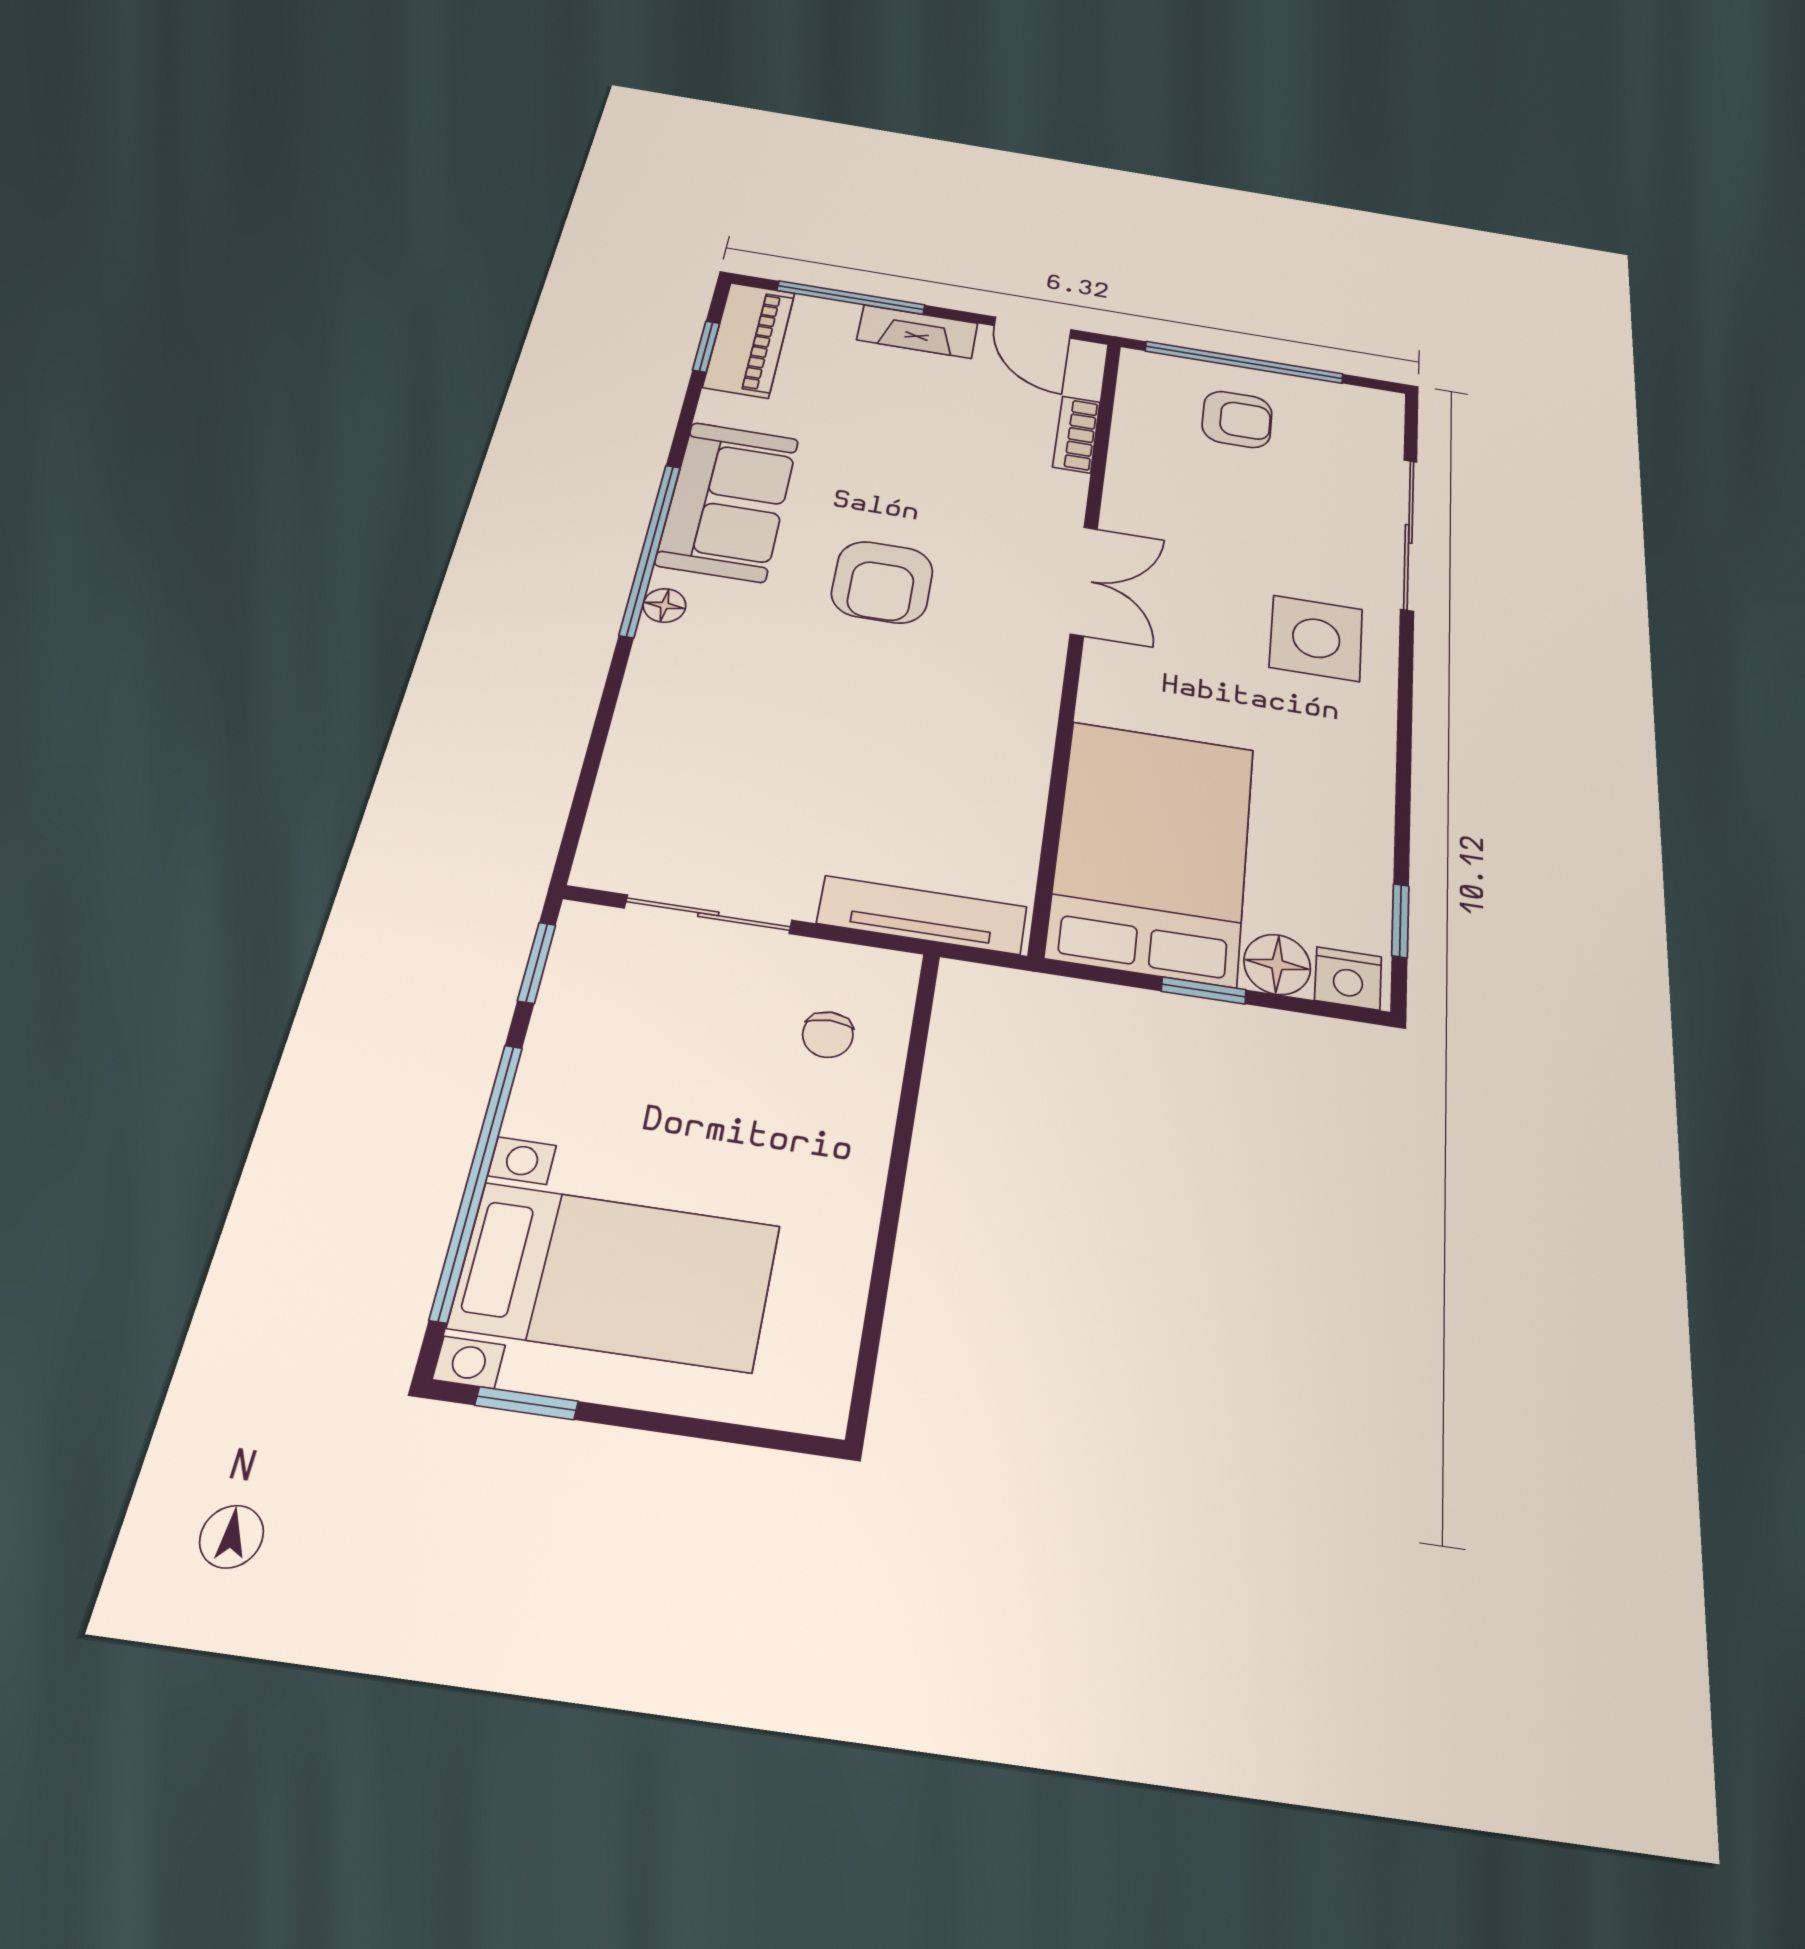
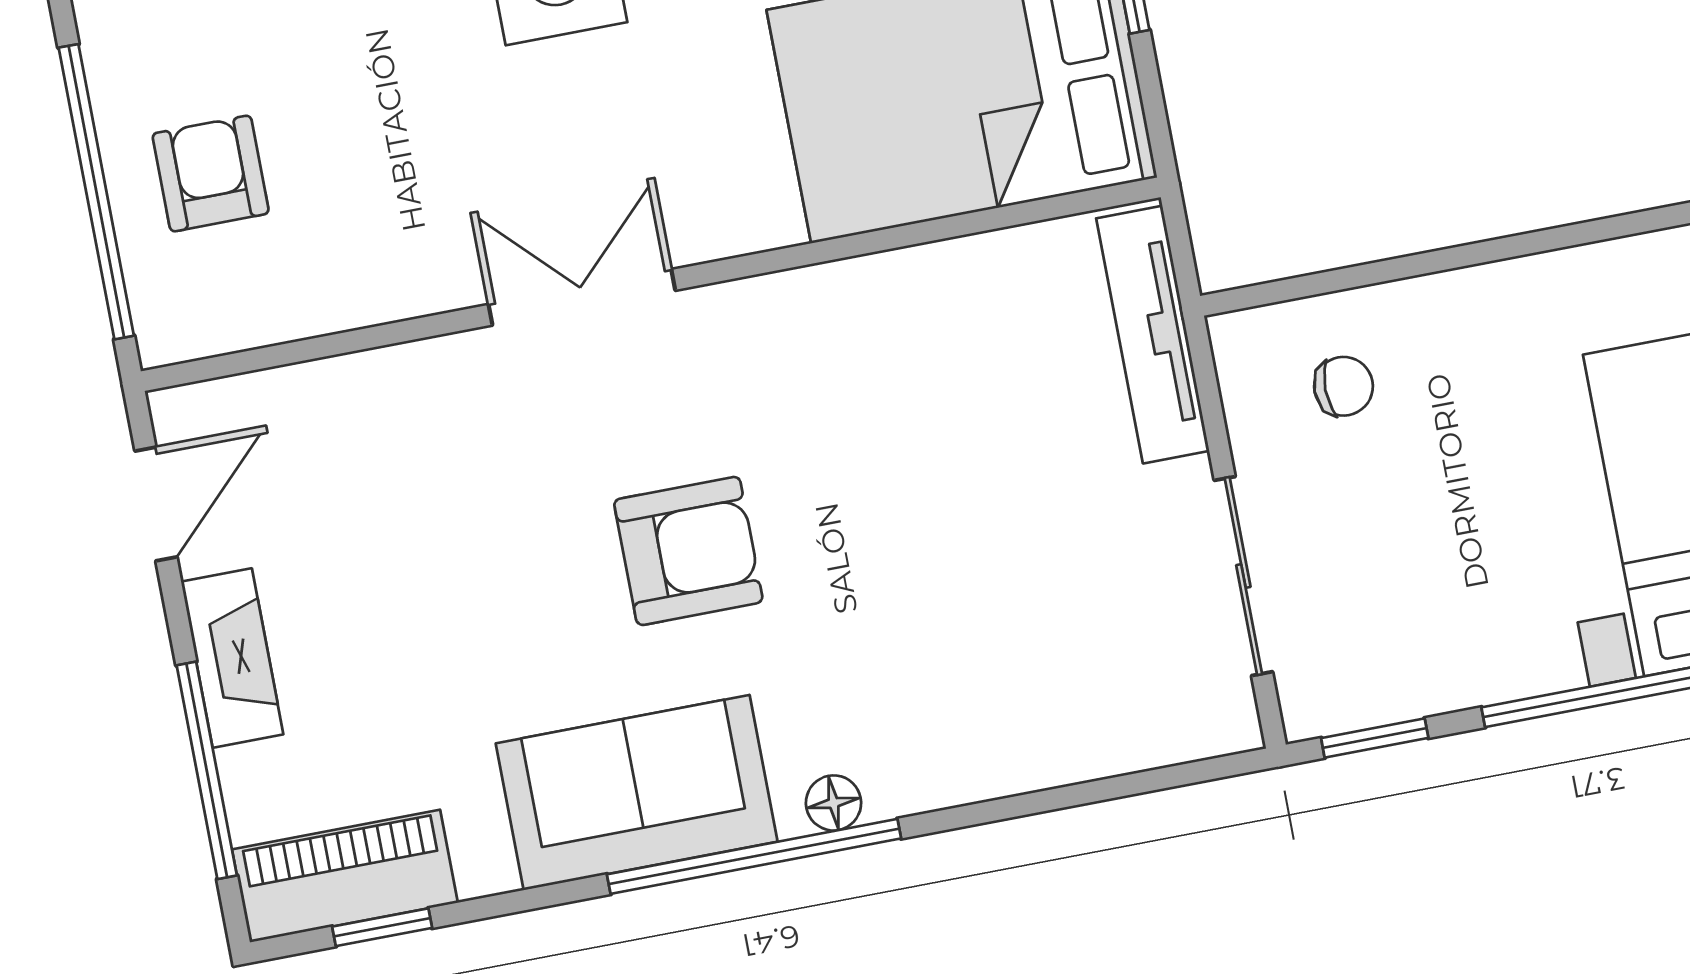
bookcase: (1076, 434) -> (331, 383), removed

